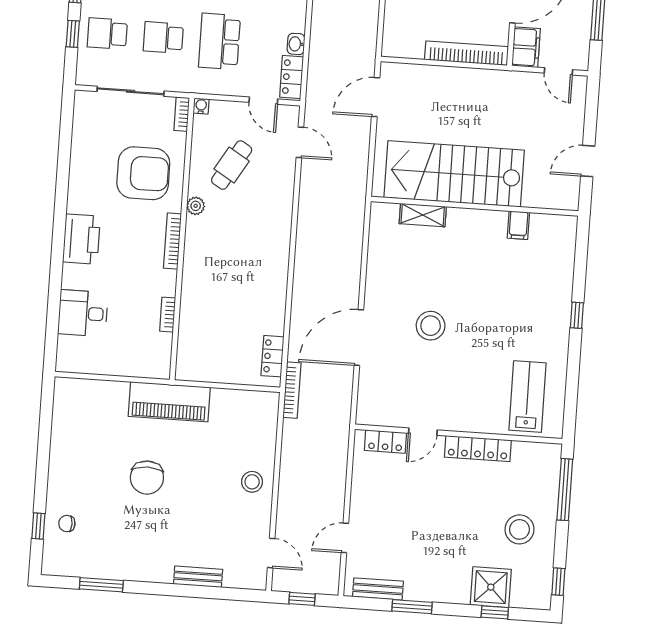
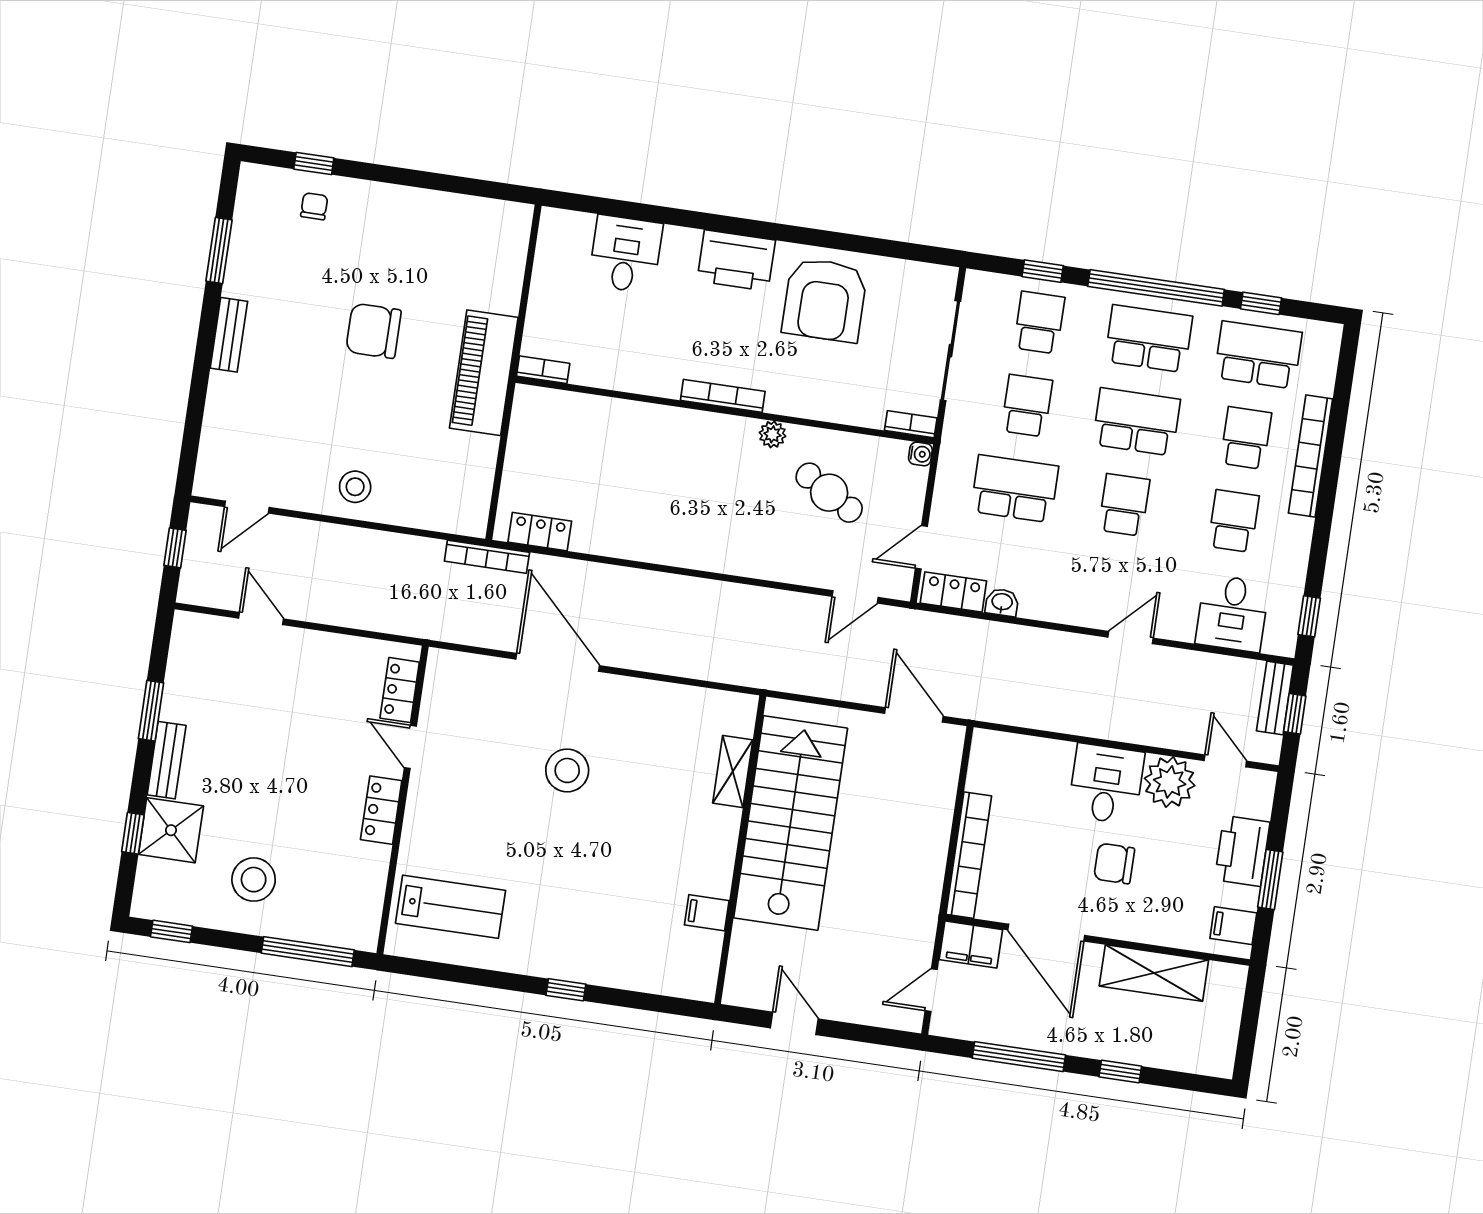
armchair: (143, 173) -> (825, 300), moved
bookcase: (168, 315) -> (543, 370), moved
locker: (478, 449) -> (381, 810), width x0.66
bench: (198, 577) -> (229, 335), moved
bench: (378, 589) -> (167, 760), moved

